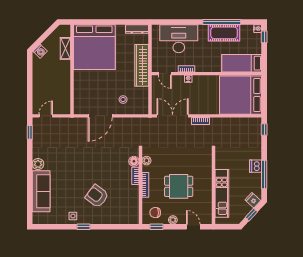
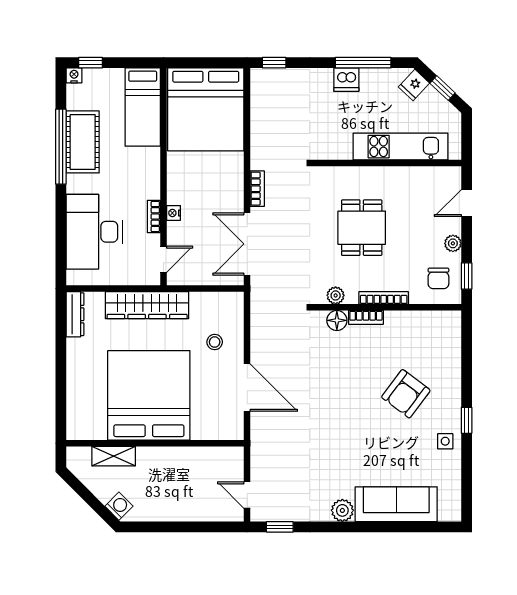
bed: (94, 47) -> (149, 395), moved, turned -90
dining table: (179, 186) -> (362, 228), moved

